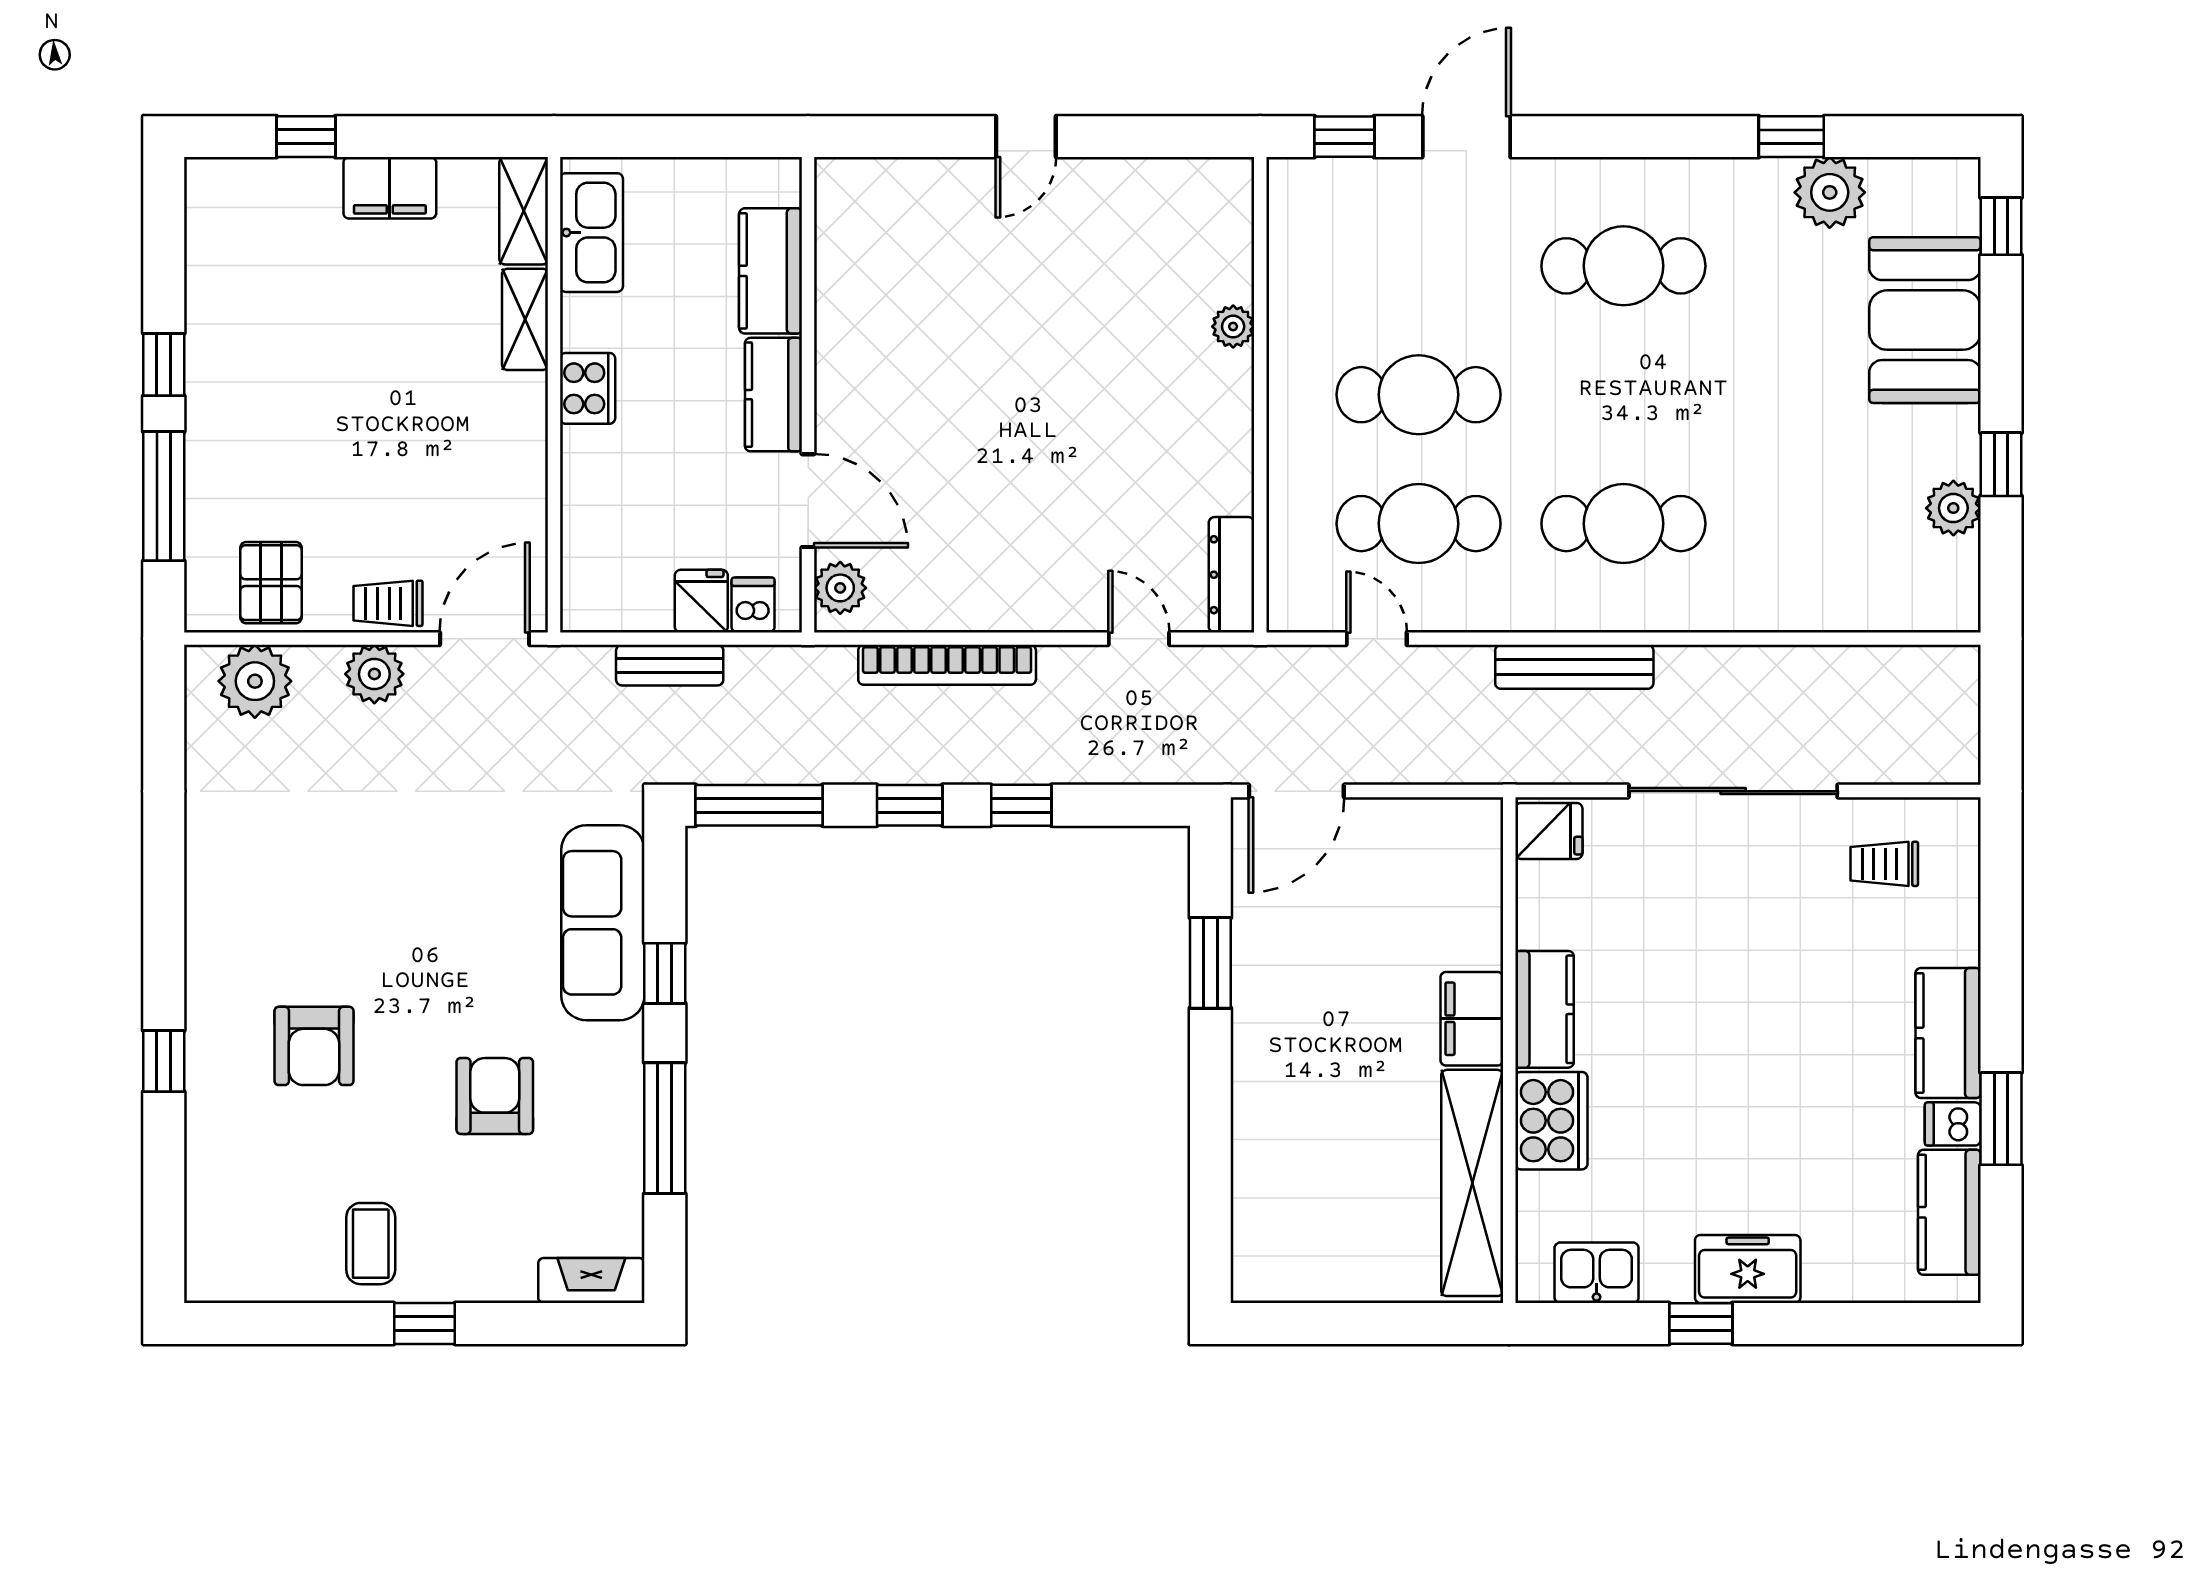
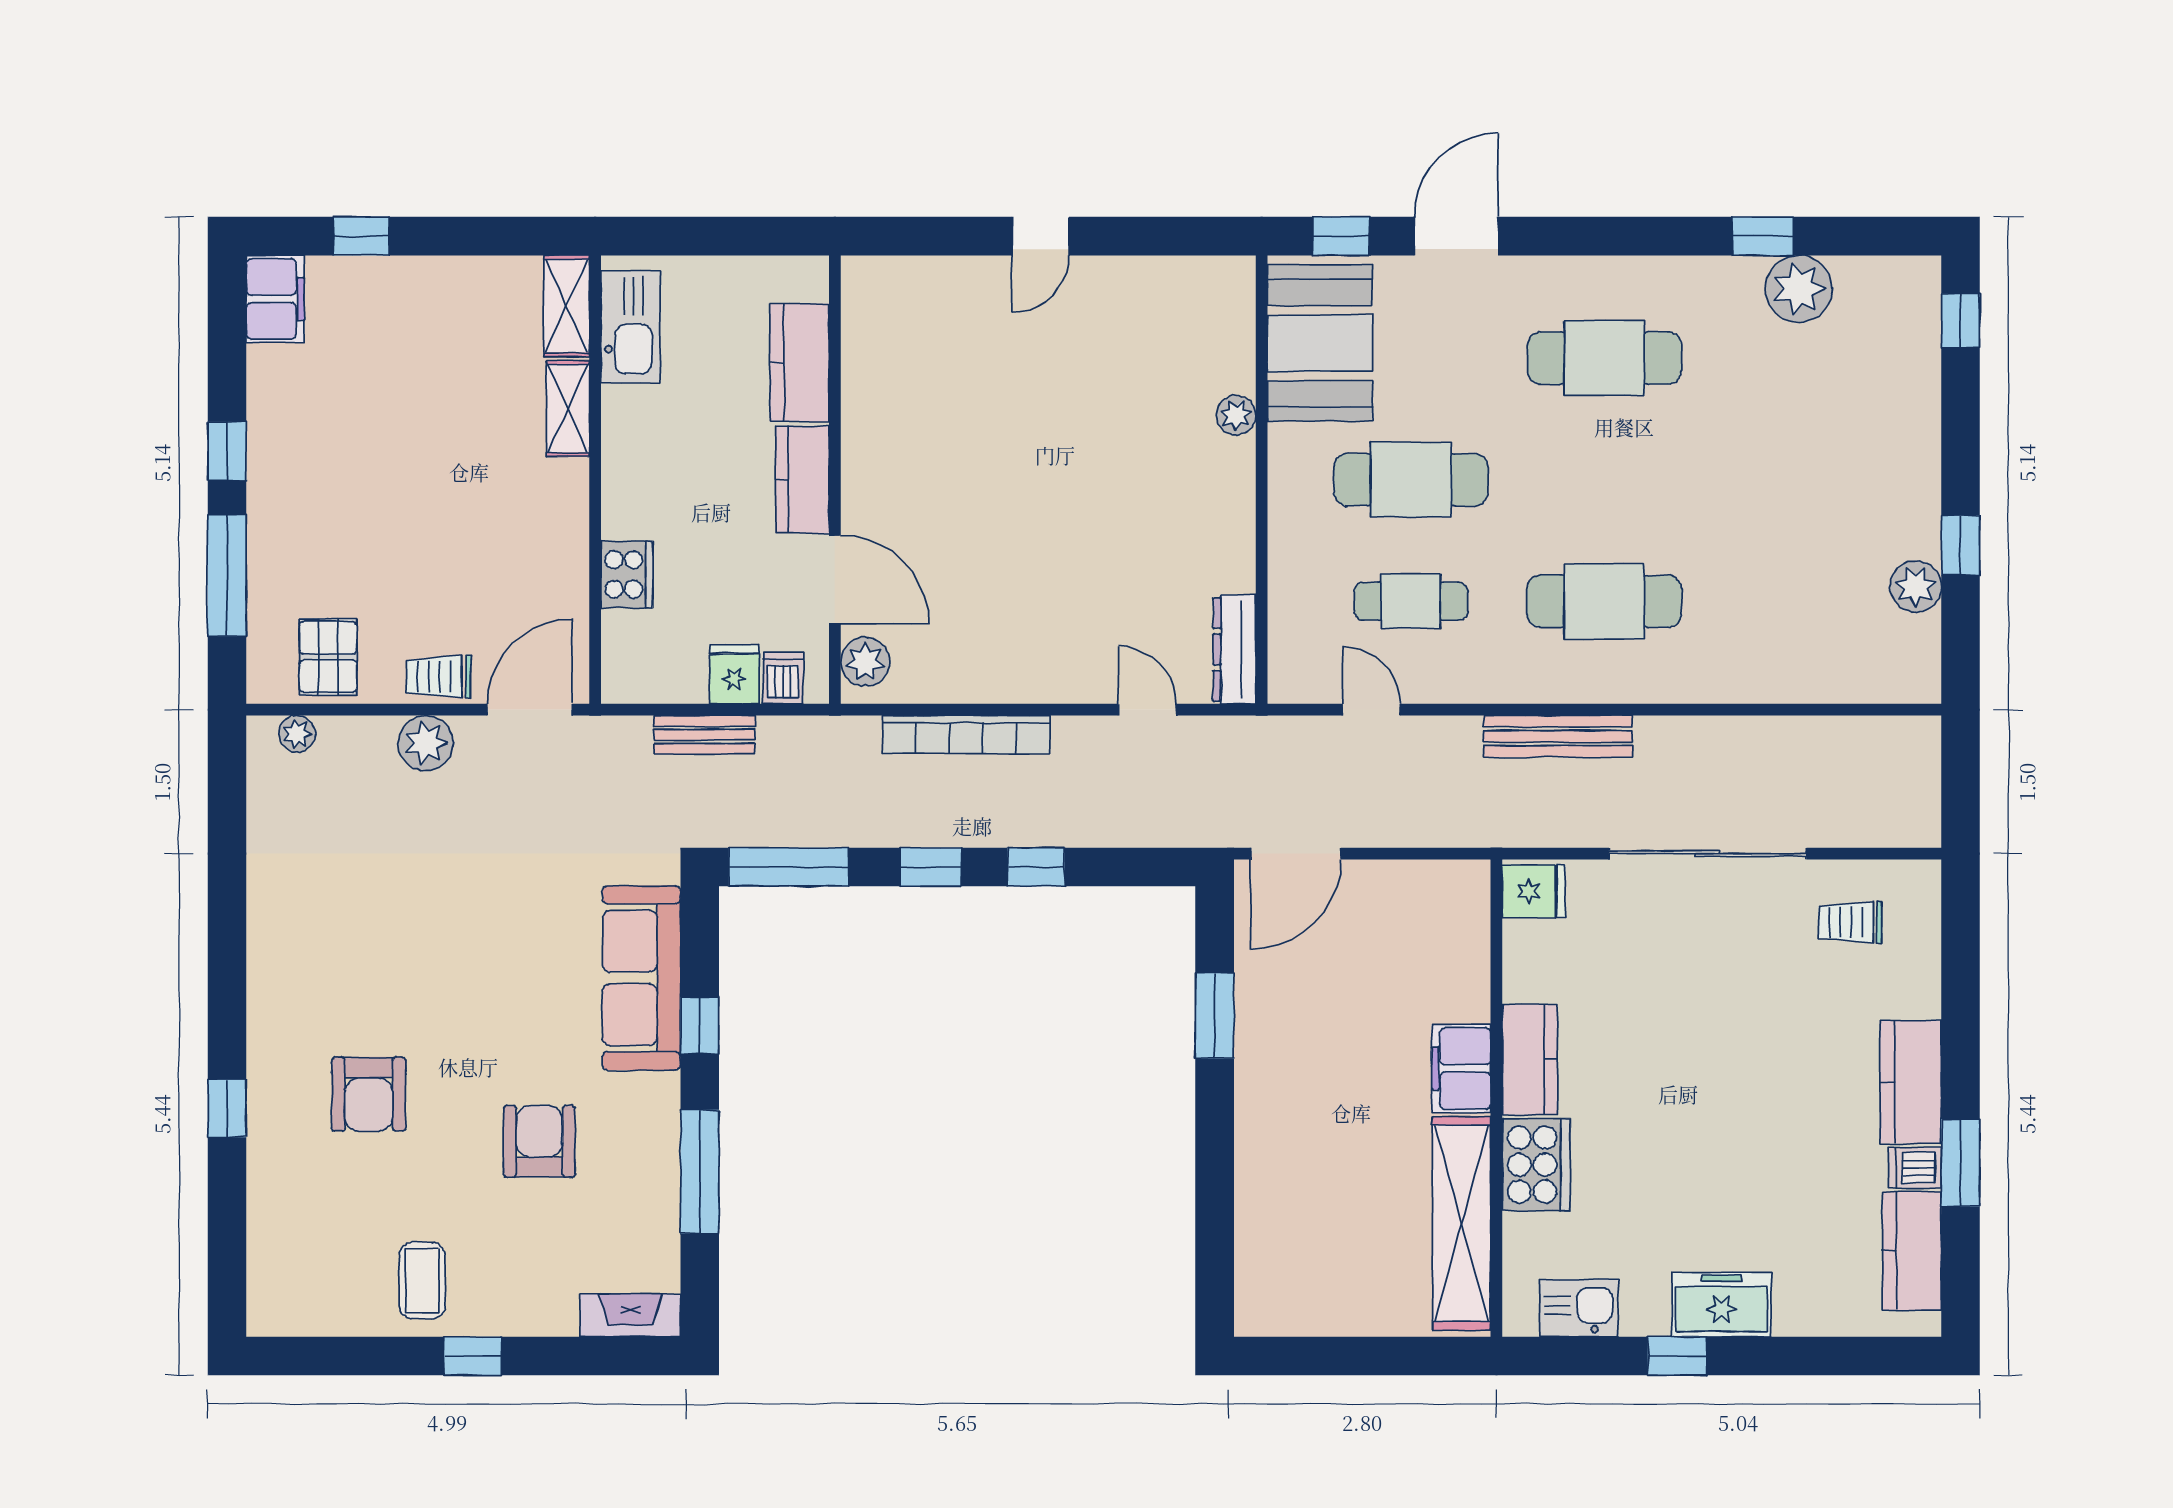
filing cabinet: (390, 188) -> (275, 299), moved, turned -90
booth: (1925, 320) -> (1320, 343), moved
cooker: (588, 388) -> (627, 574), moved
cafe table: (1419, 524) -> (1411, 601), width x0.73, depth x0.74
plant: (255, 681) -> (297, 734), width x0.53, depth x0.53

